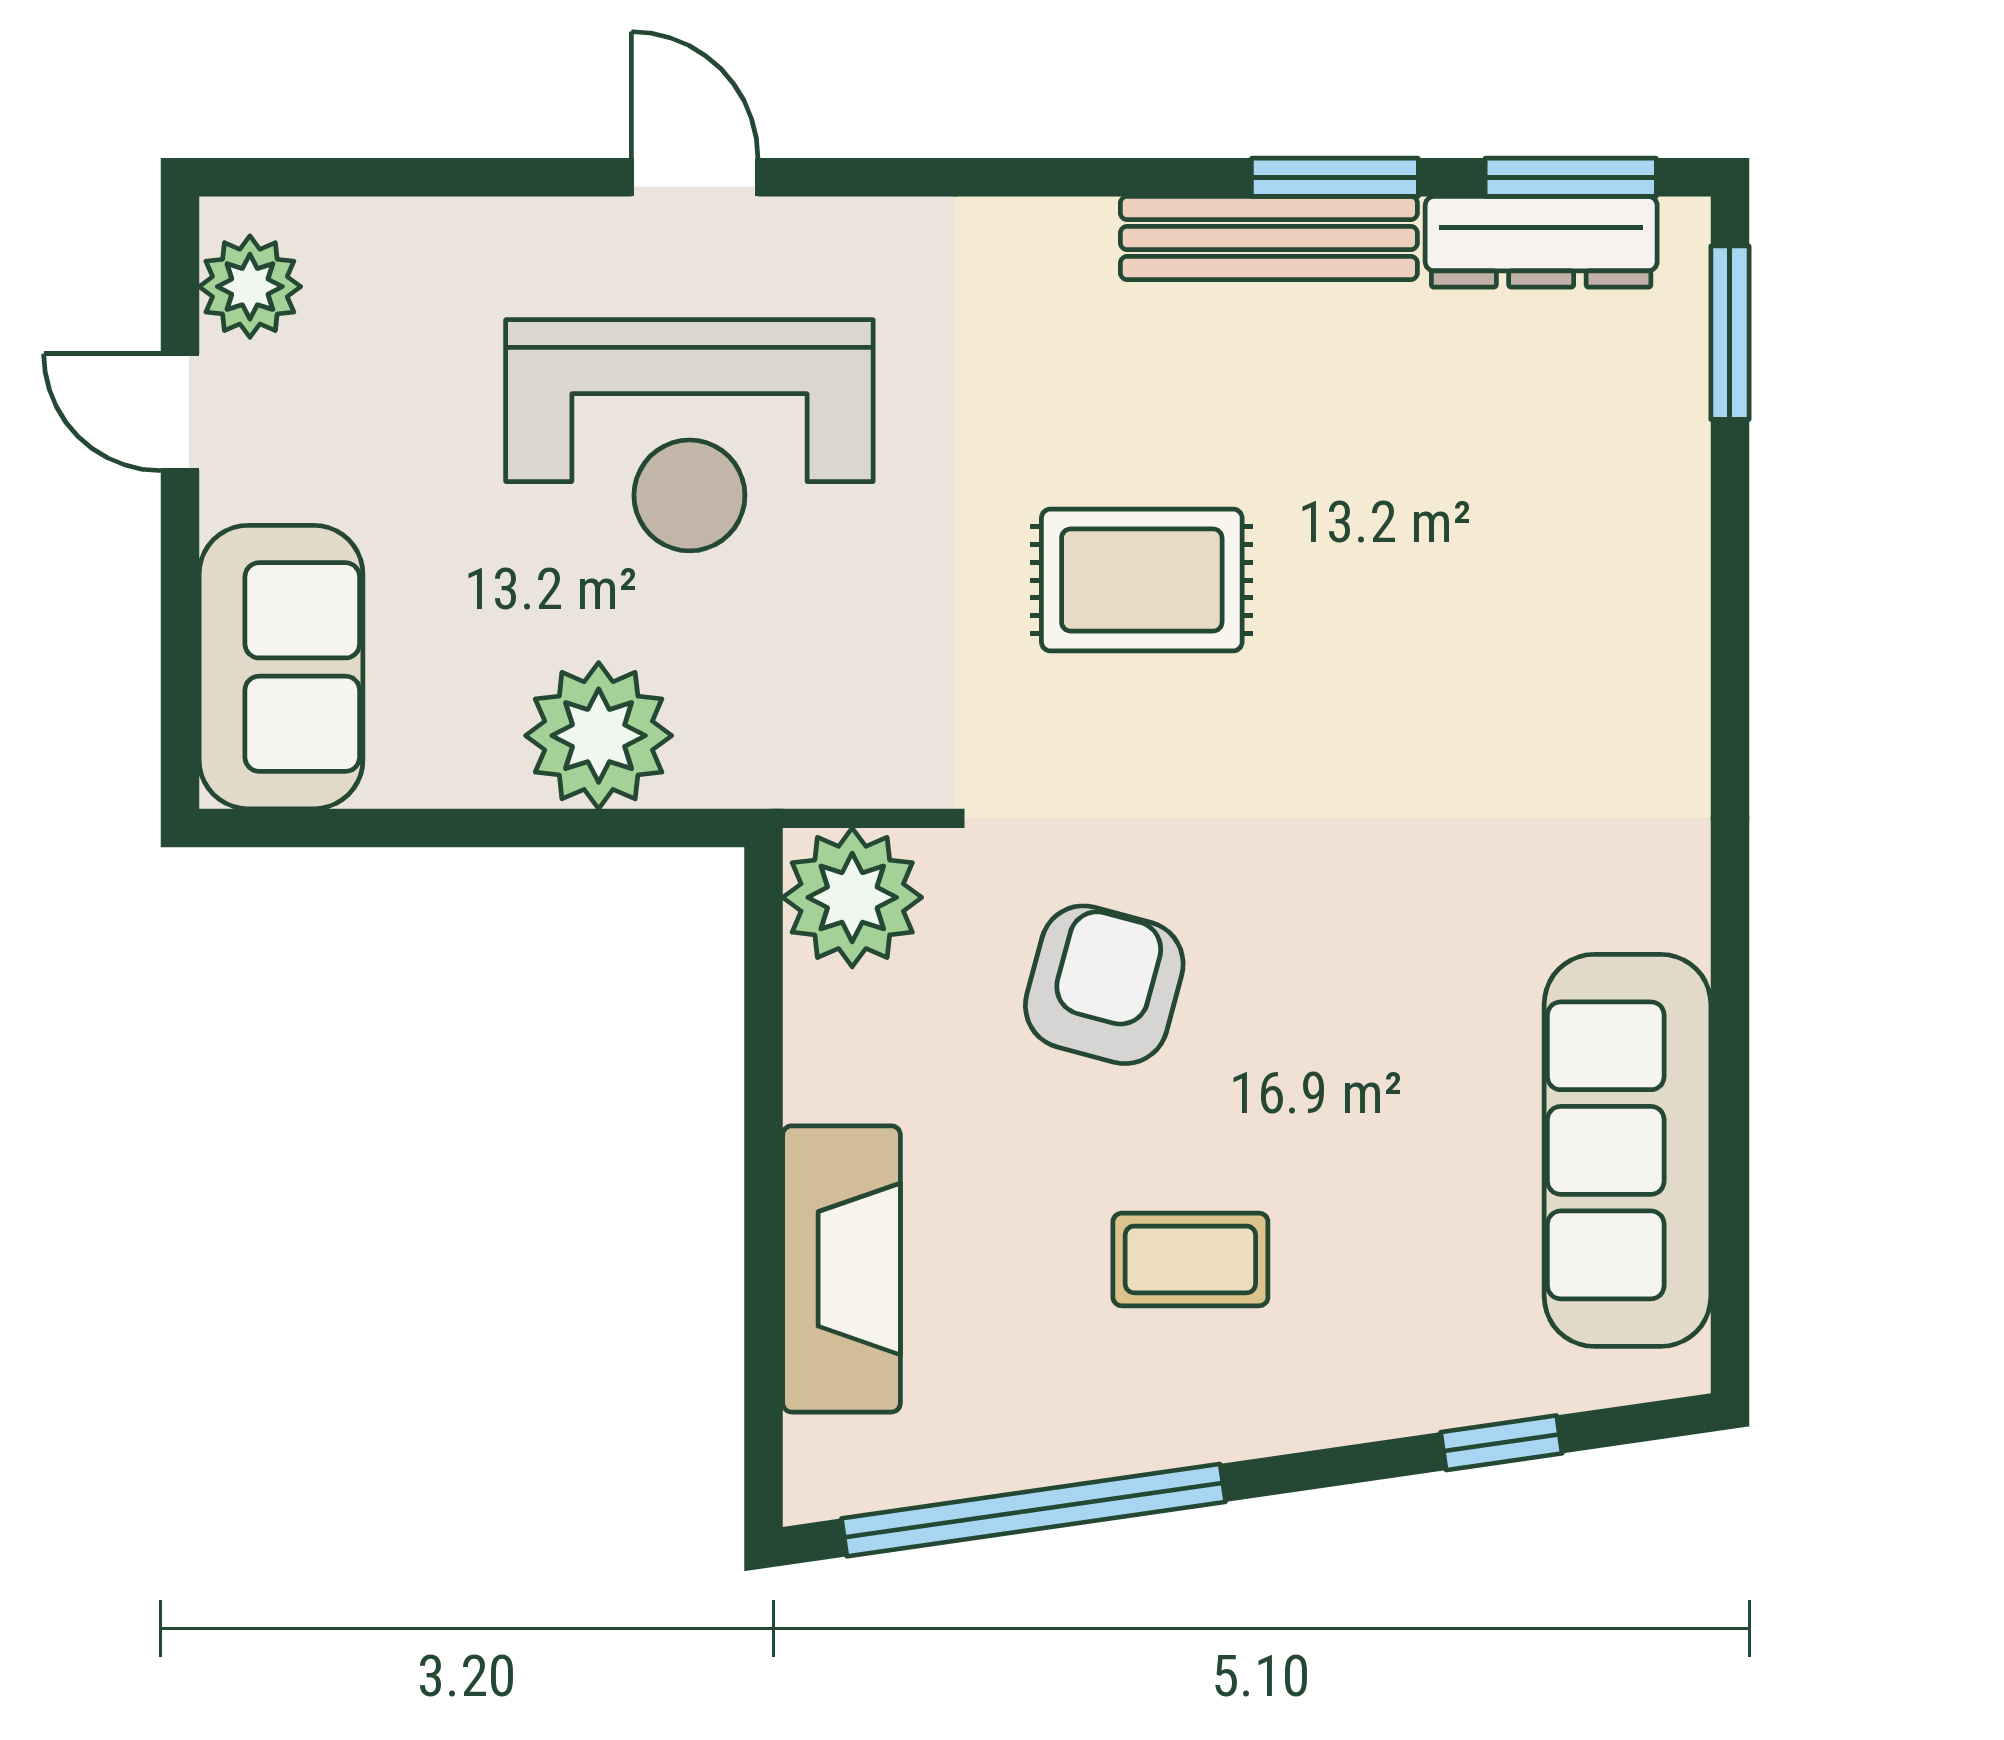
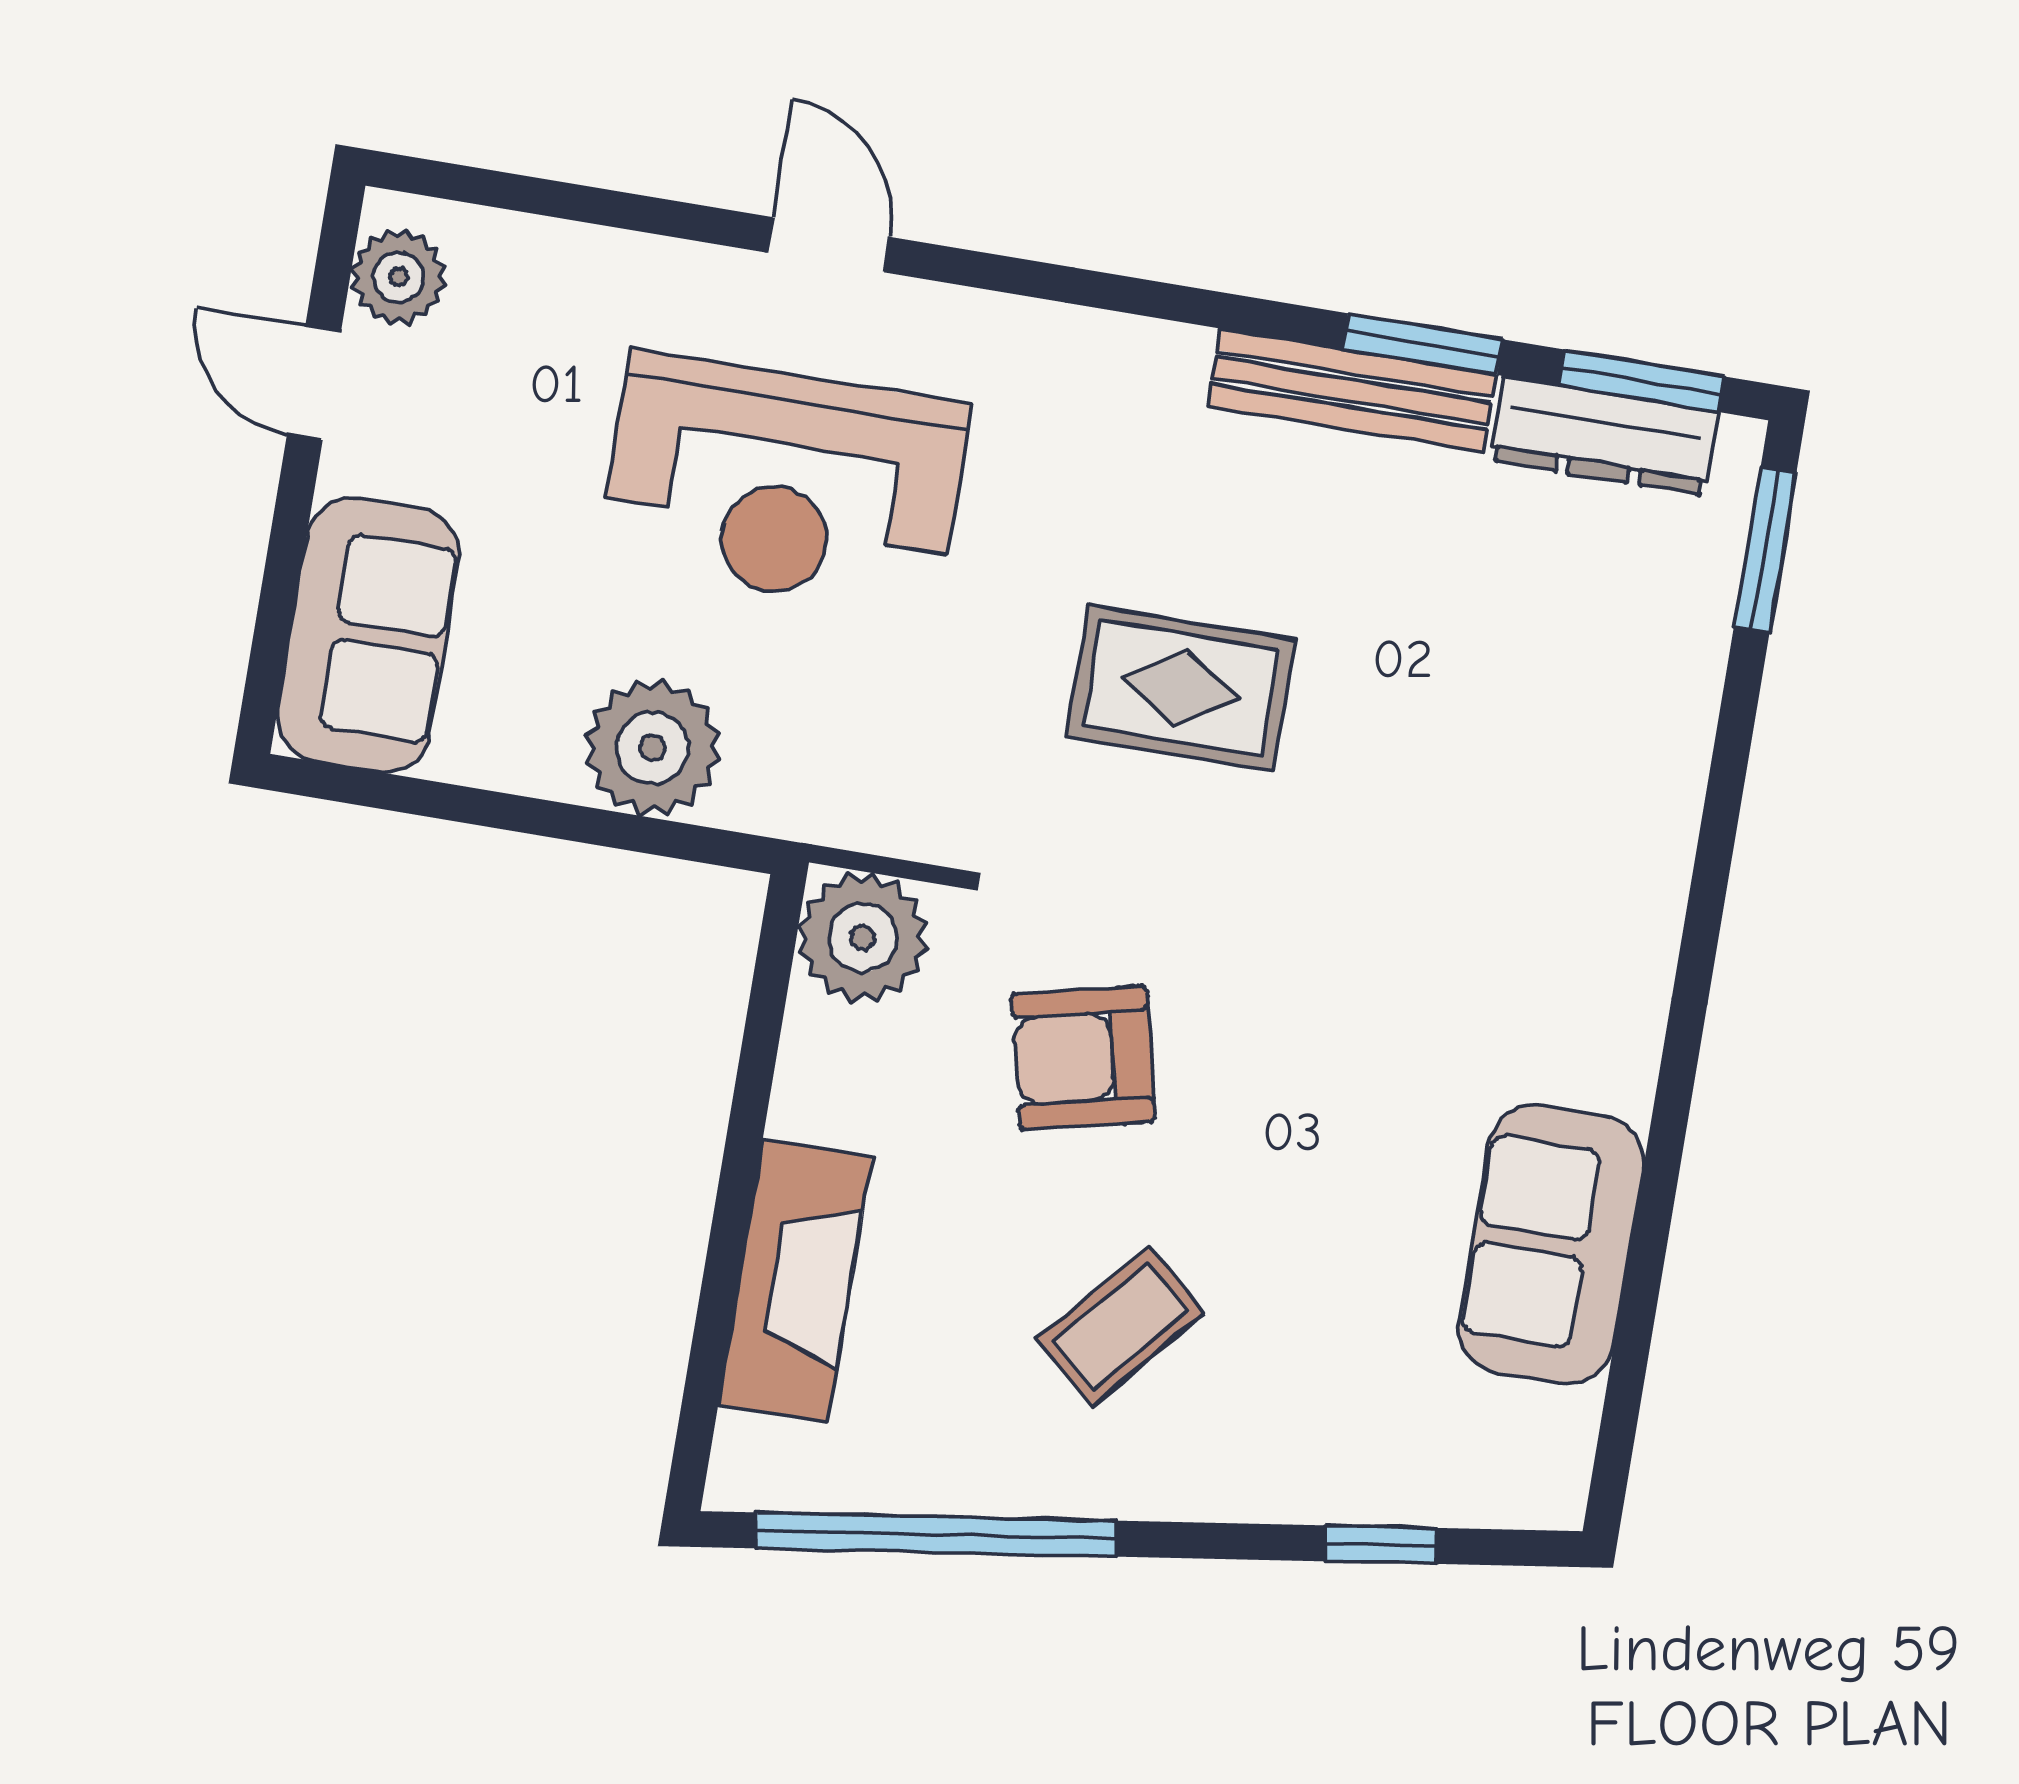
armchair: (1104, 985) -> (1083, 1058), turned -118
sofa: (1627, 1150) -> (1551, 1245), width x0.73
coffee table: (1190, 1259) -> (1120, 1326), turned -49

